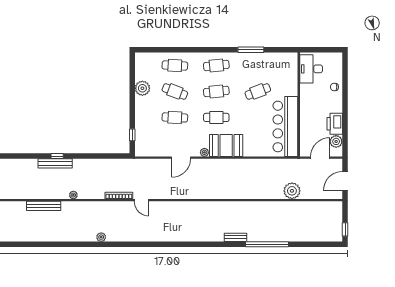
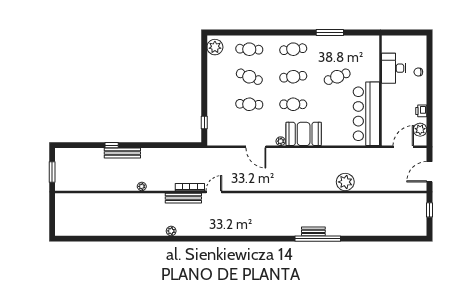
desk: (311, 69) -> (394, 68), moved
plant: (142, 88) -> (215, 47), moved
printer: (335, 124) -> (421, 111), width x0.53, depth x0.68
window: (57, 156) -> (112, 145), moved
door: (181, 158) -> (256, 147), hinge flipped
plant: (292, 191) -> (345, 182), moved
door: (141, 200) -> (214, 192), swing flipped
bench: (44, 206) -> (183, 198), moved
window: (345, 229) -> (430, 210), moved
window: (267, 244) -> (318, 239), moved

